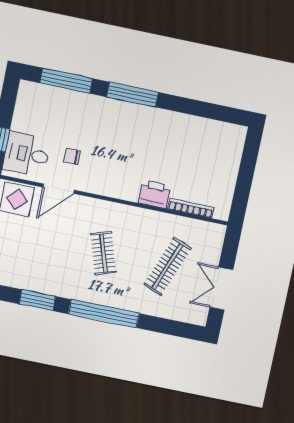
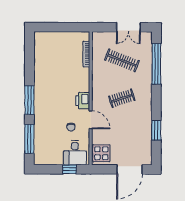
door: (59, 189) -> (91, 120), moved
printer: (154, 194) -> (83, 101), moved
window: (104, 314) -> (156, 64), moved

